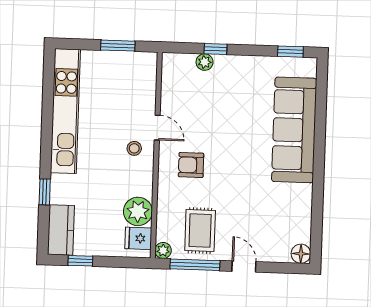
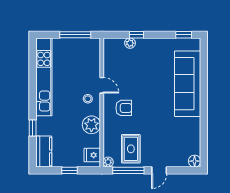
window: (118, 46) -> (75, 35), width x1.44
armchair: (191, 165) -> (124, 108), turned 180
plant: (138, 211) -> (91, 125), moved
window: (80, 261) -> (69, 170), moved
door: (244, 266) -> (159, 170), swing flipped

